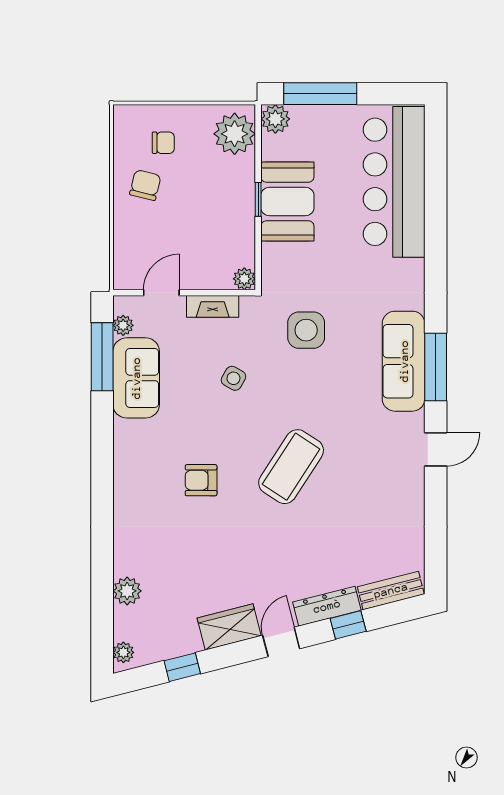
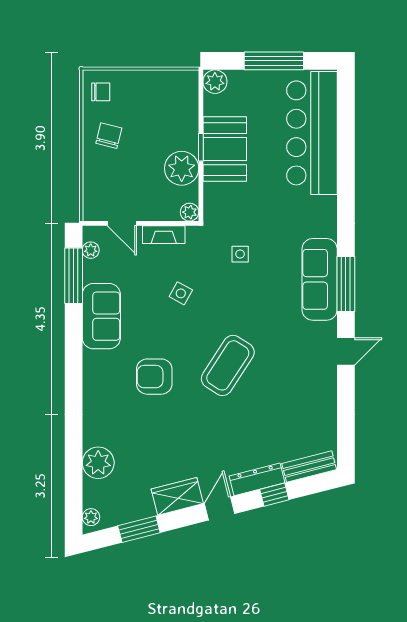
window: (320, 94) -> (274, 61), moved
plant: (235, 134) -> (182, 168), moved
chair: (163, 143) -> (101, 92), moved
door: (161, 293) -> (122, 223), swing flipped
side table: (306, 330) -> (240, 254), width x0.54, depth x0.54
sofa: (136, 378) -> (101, 316), moved
armchair: (201, 480) -> (154, 377), width x1.38, depth x1.38
plant: (127, 591) -> (98, 463), width x1.36, depth x1.36
window: (182, 667) -> (139, 529), width x1.50

